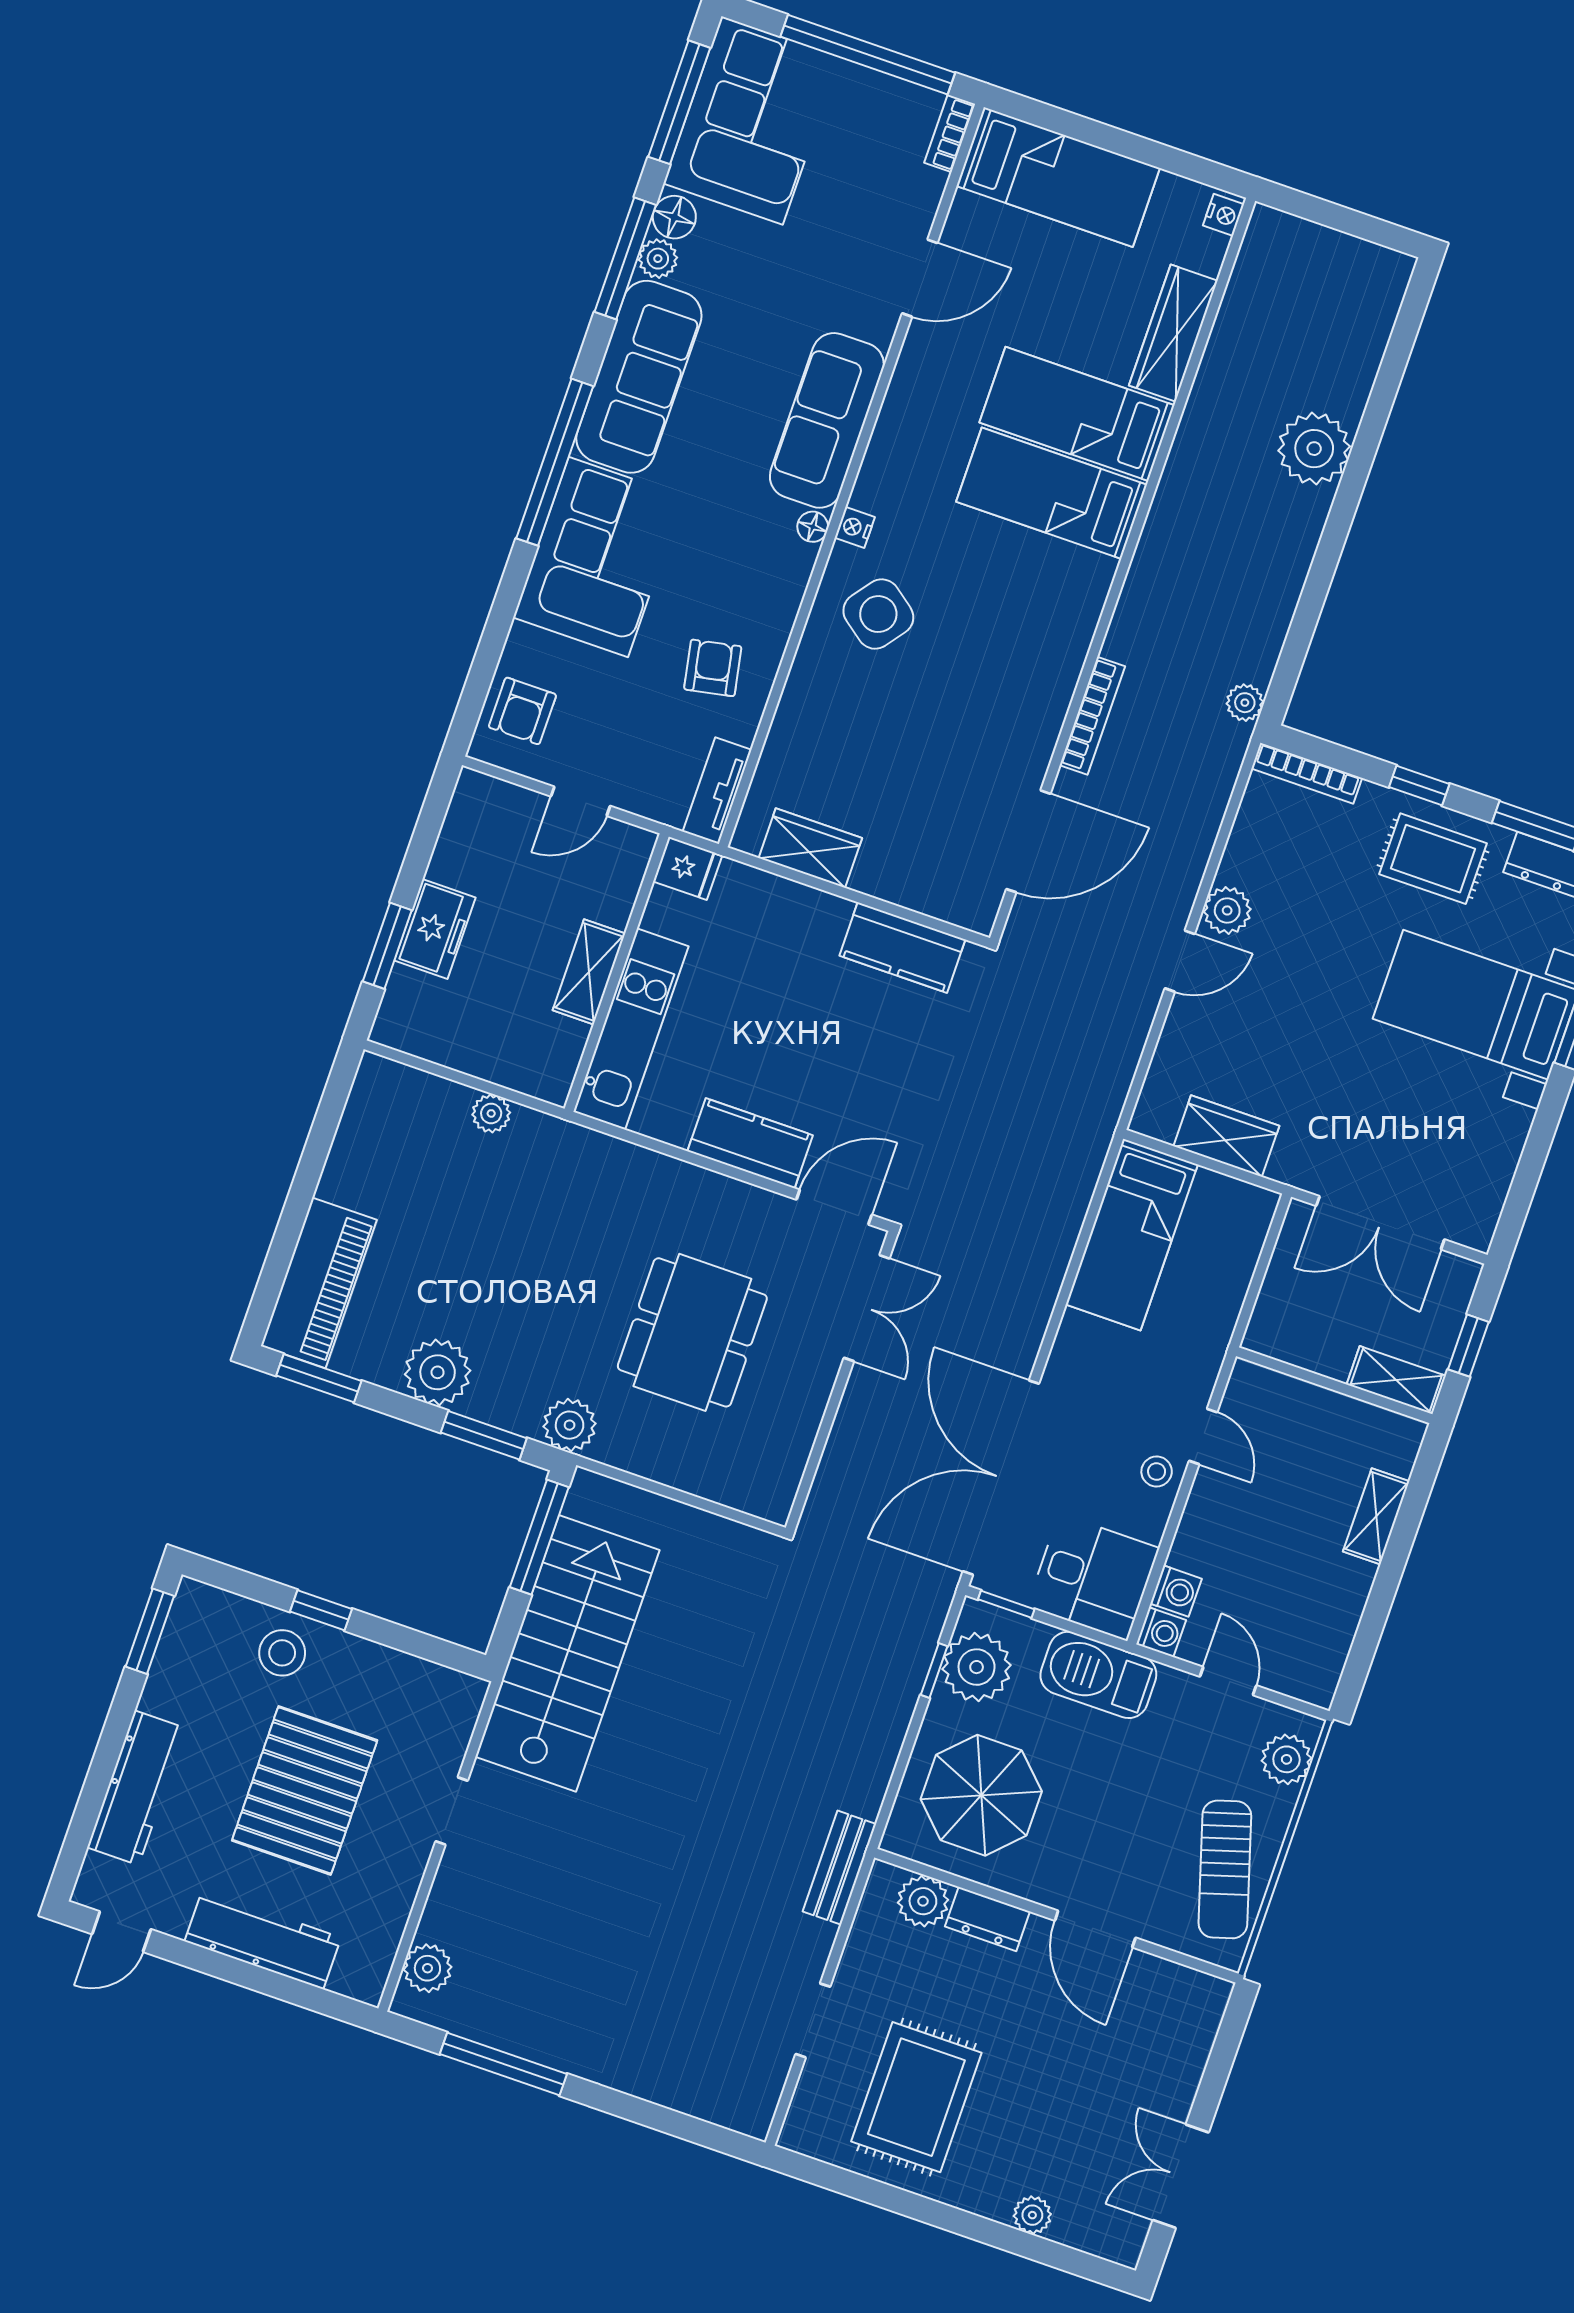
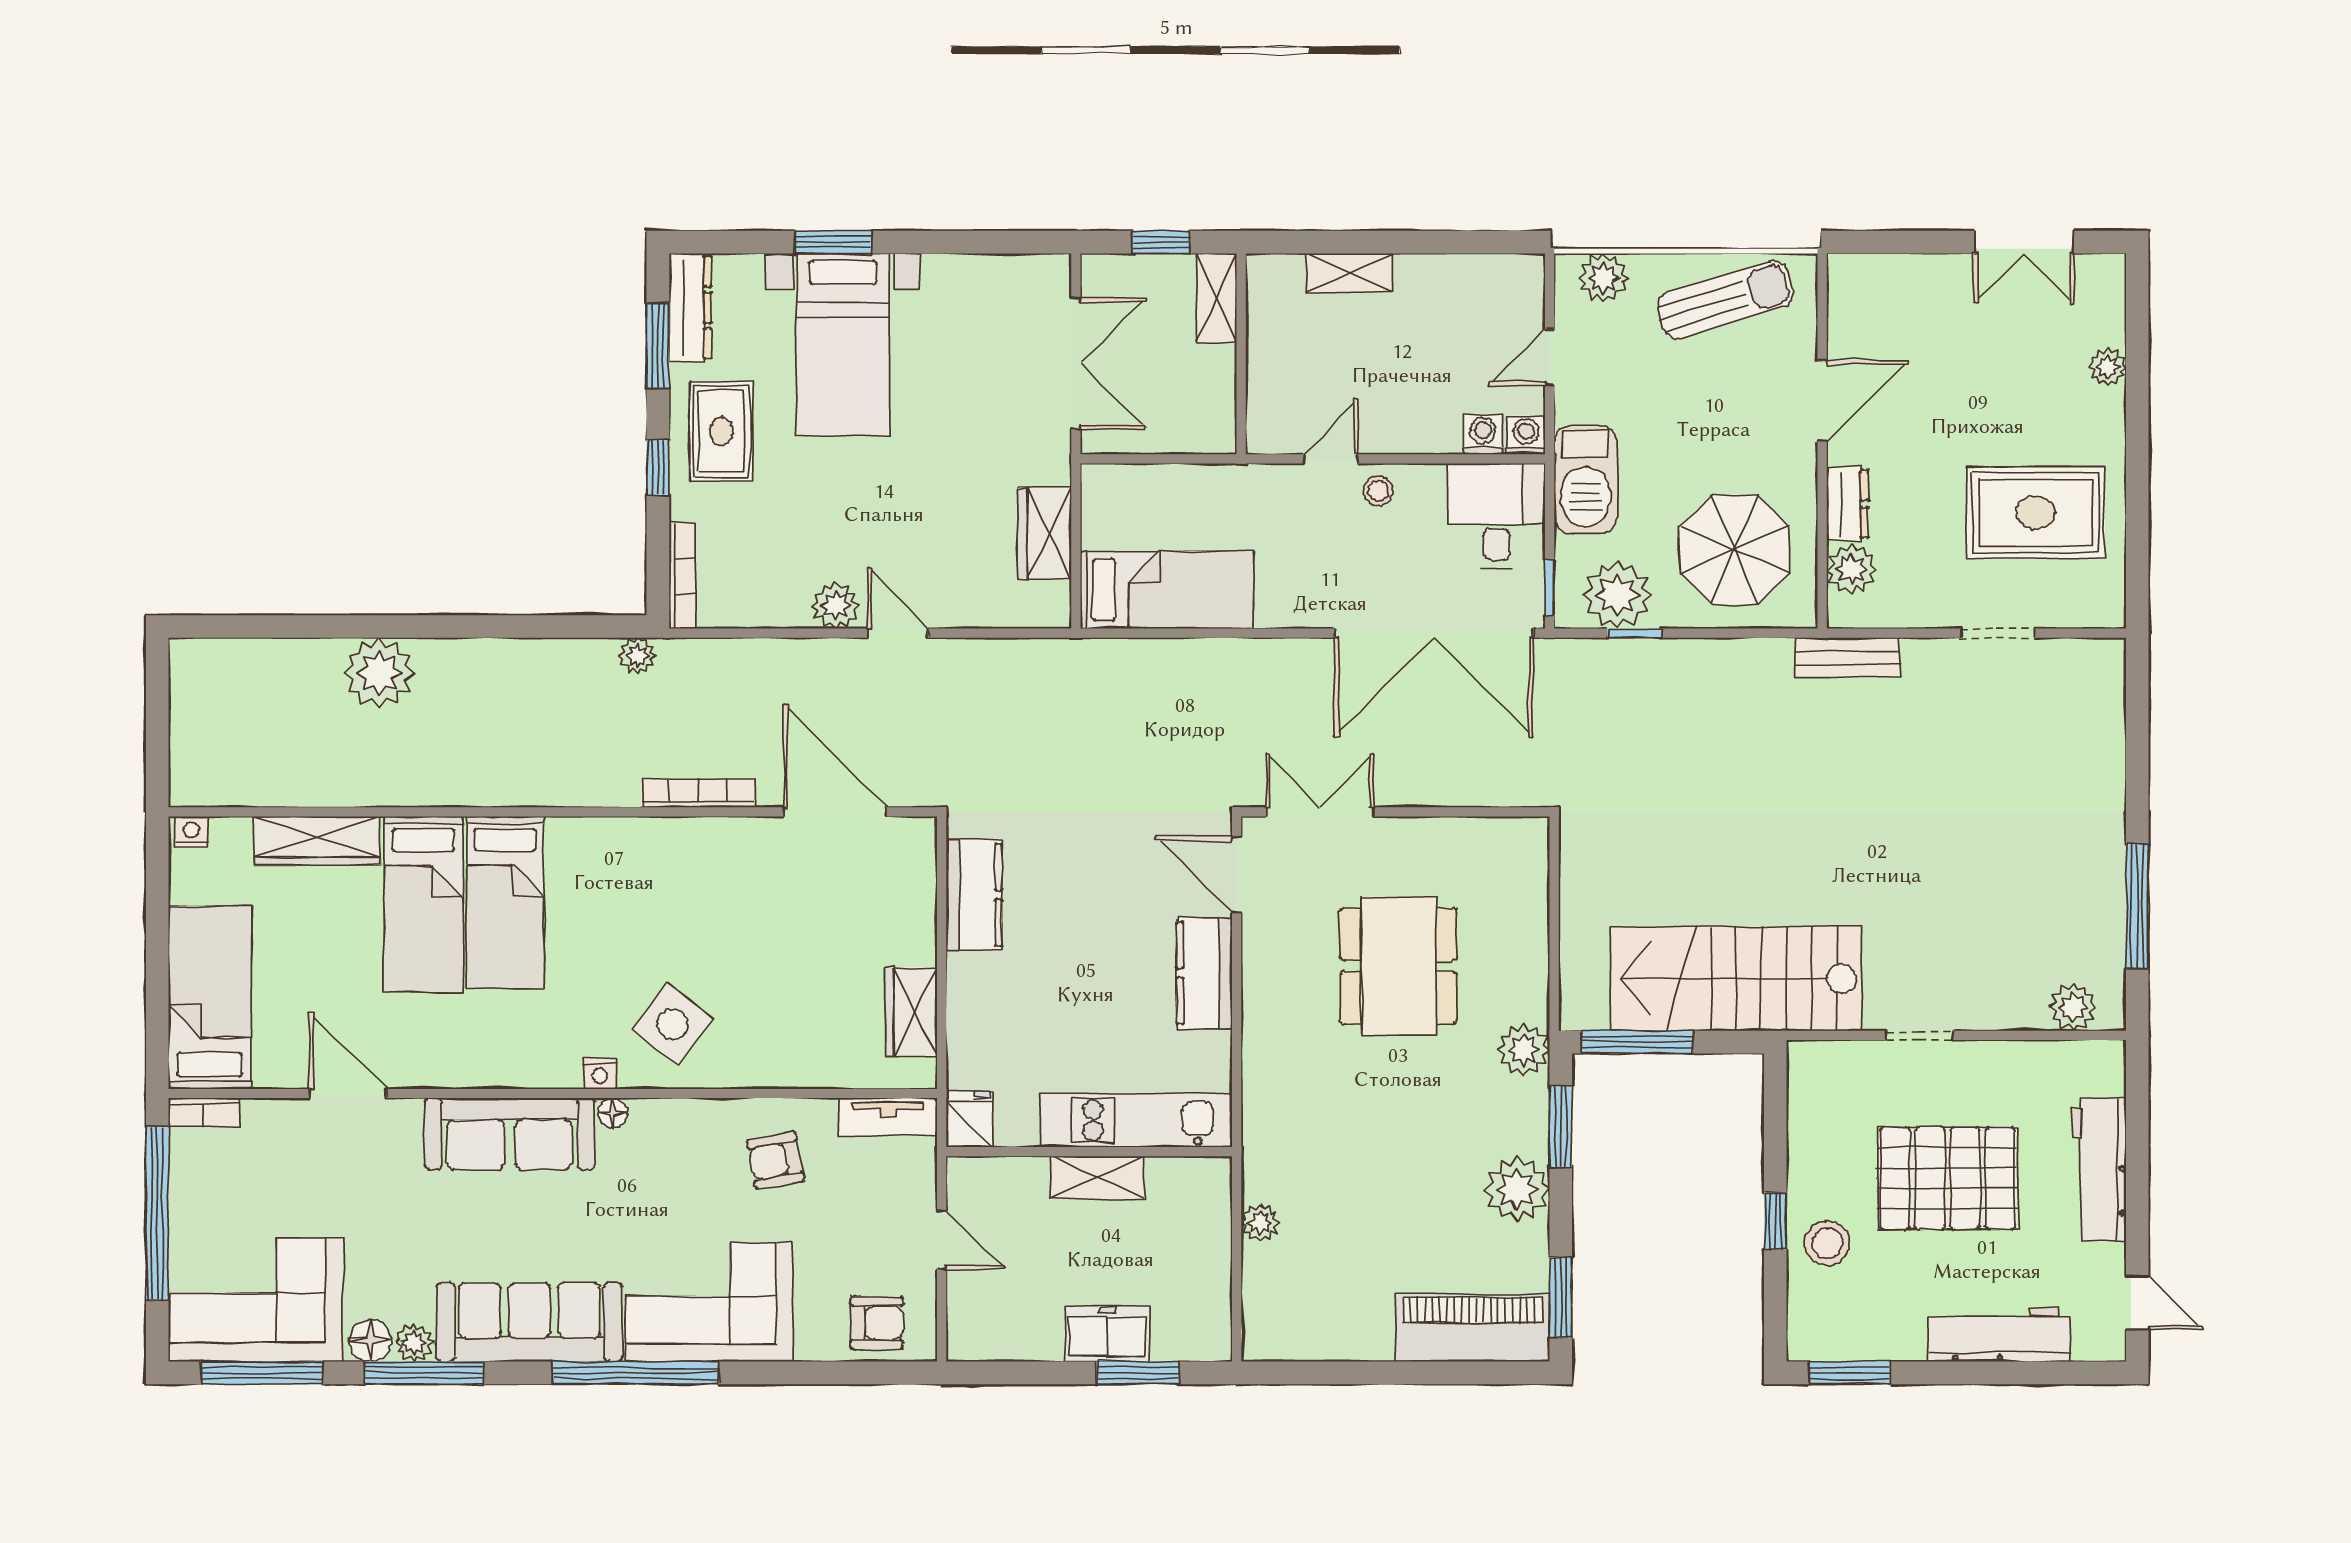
dining table: (692, 1332) -> (1398, 966), turned 90

